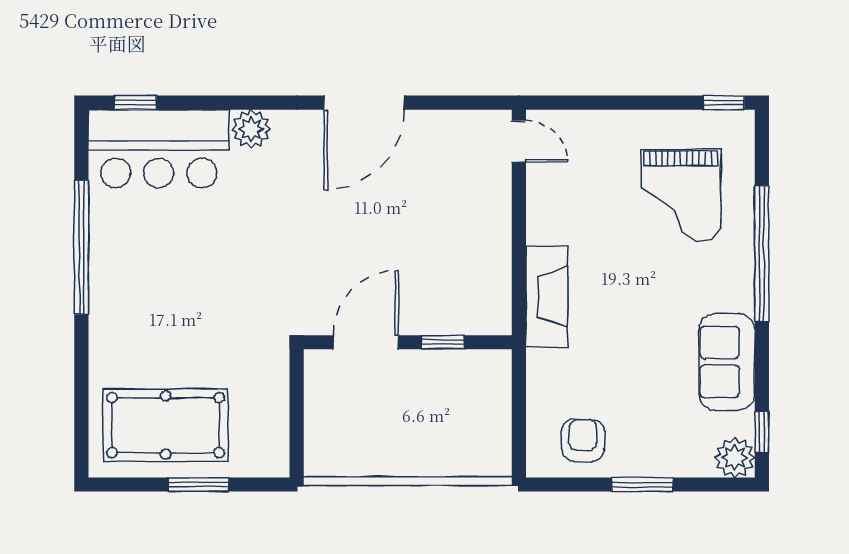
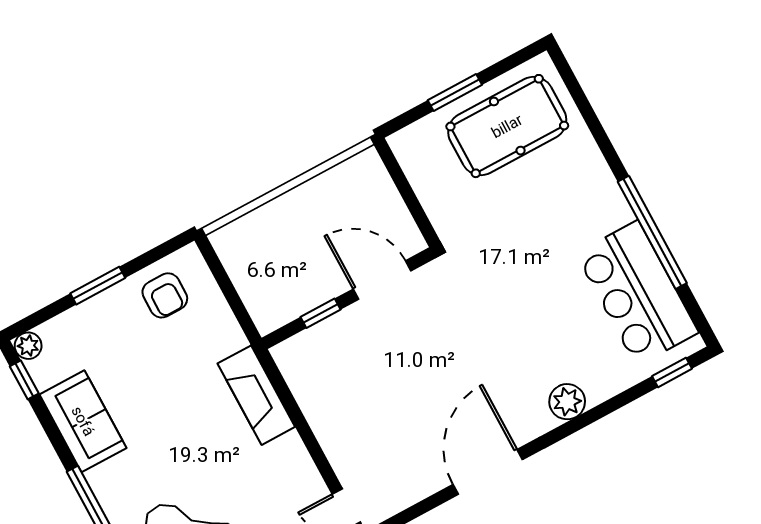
bar counter: (159, 149) -> (637, 293), moved, turned -90
door: (366, 342) -> (382, 280), swing flipped
plant: (735, 458) -> (28, 346), width x0.73, depth x0.73

